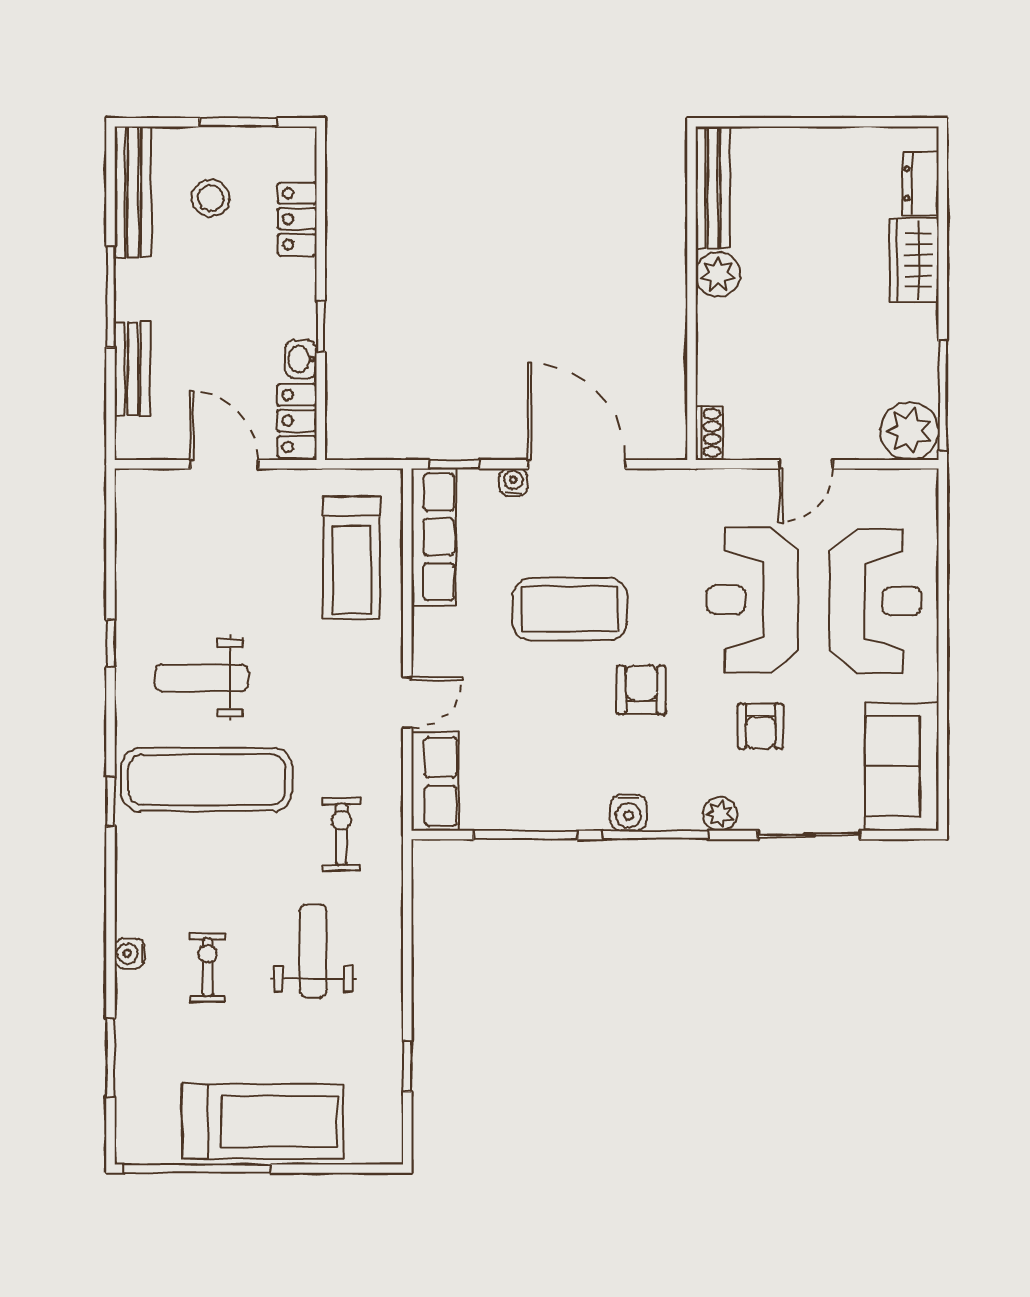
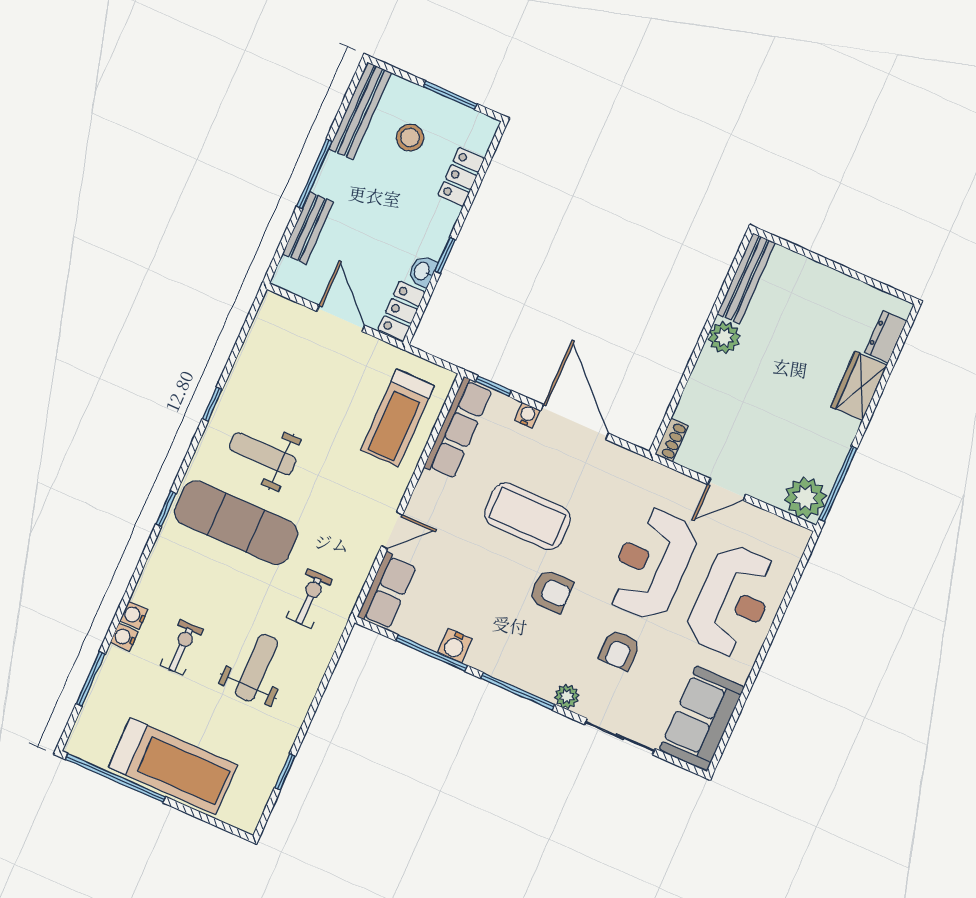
armchair: (641, 690) -> (551, 591), turned 90
water cooler: (628, 813) -> (455, 646), moved
water cooler: (129, 986) -> (124, 637), added

